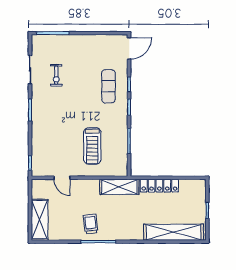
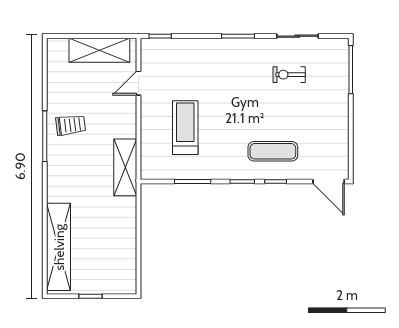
treadmill: (92, 146) -> (185, 128), turned 90
locker: (159, 186) -> (127, 226), removed
shelving: (40, 220) -> (99, 50), moved

